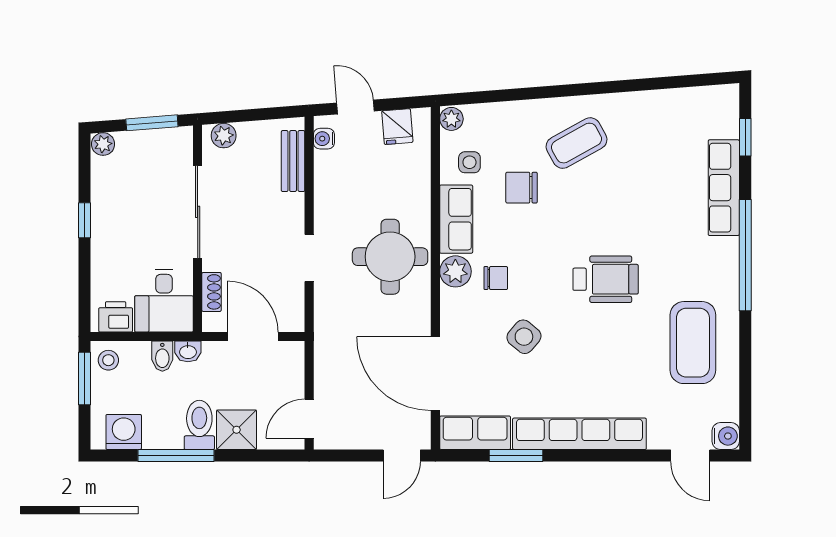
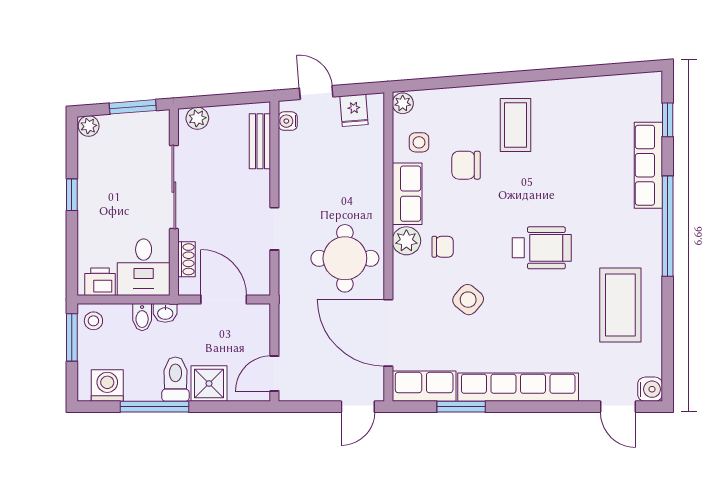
coffee table: (576, 143) -> (516, 125), turned -61
round table: (390, 257) -> (345, 258), moved

